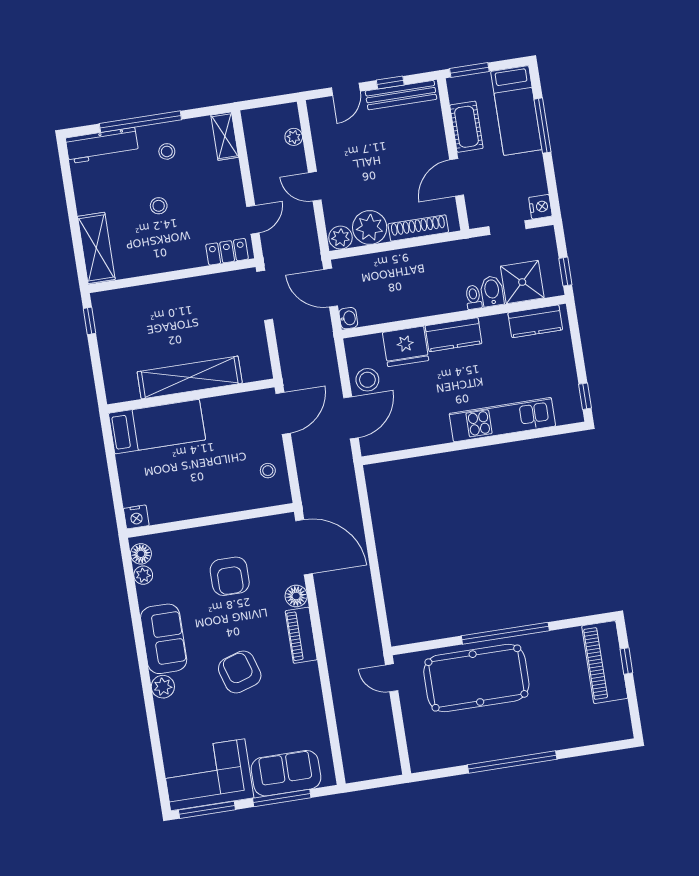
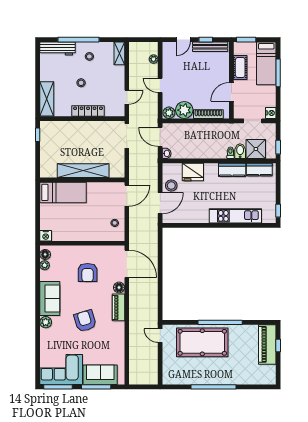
locker: (227, 252) -> (88, 111), moved, width x1.53
kitchen counter: (454, 335) -> (232, 170), moved

